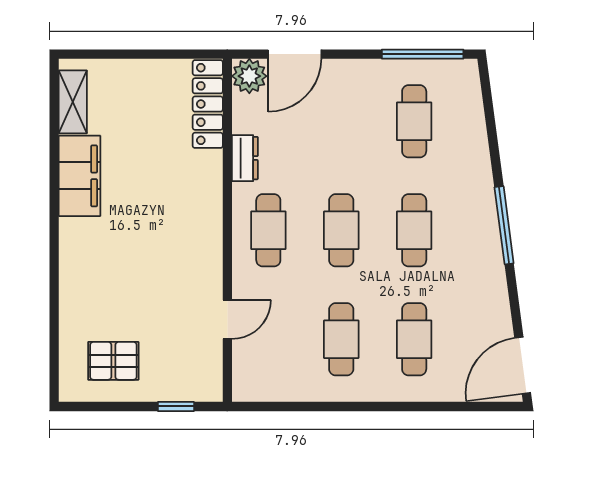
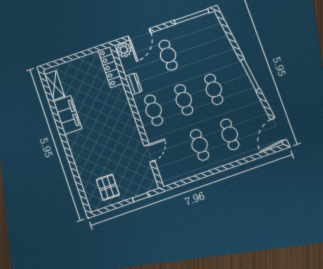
cafe table: (414, 121) -> (168, 55), moved
pallet: (113, 361) -> (108, 187), turned 90

